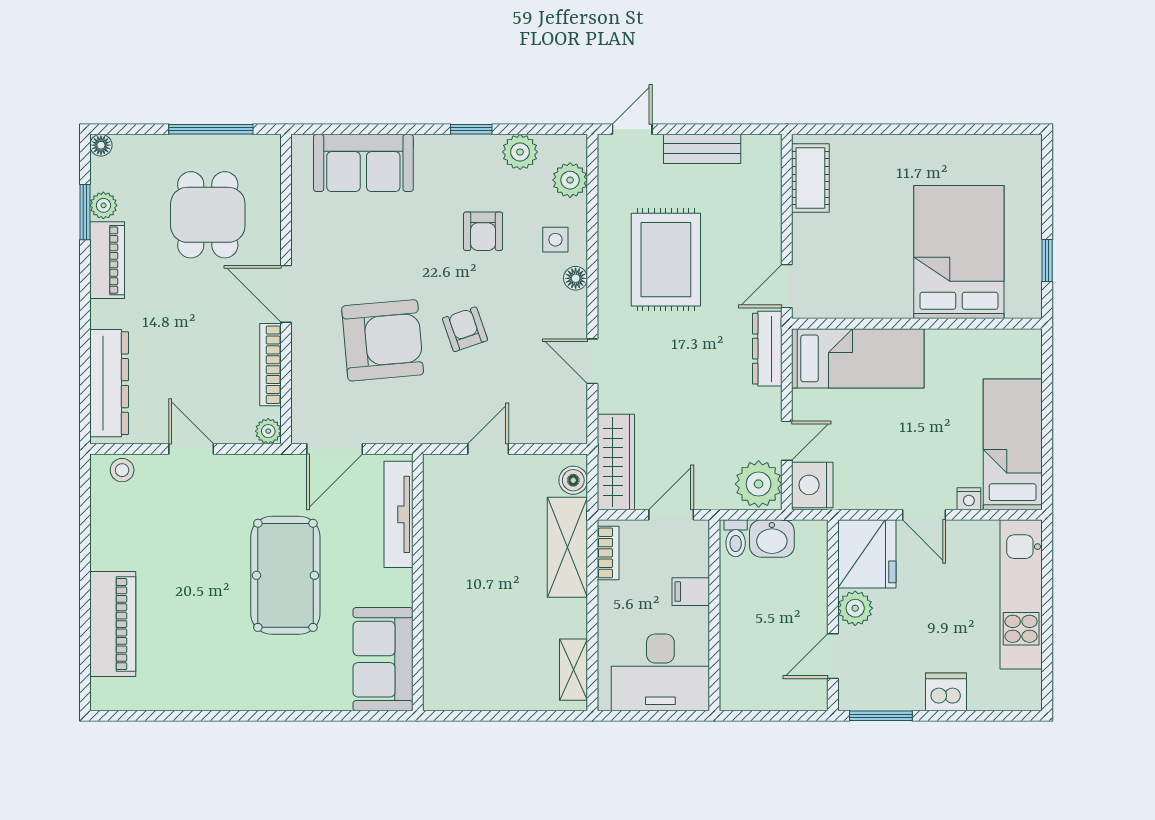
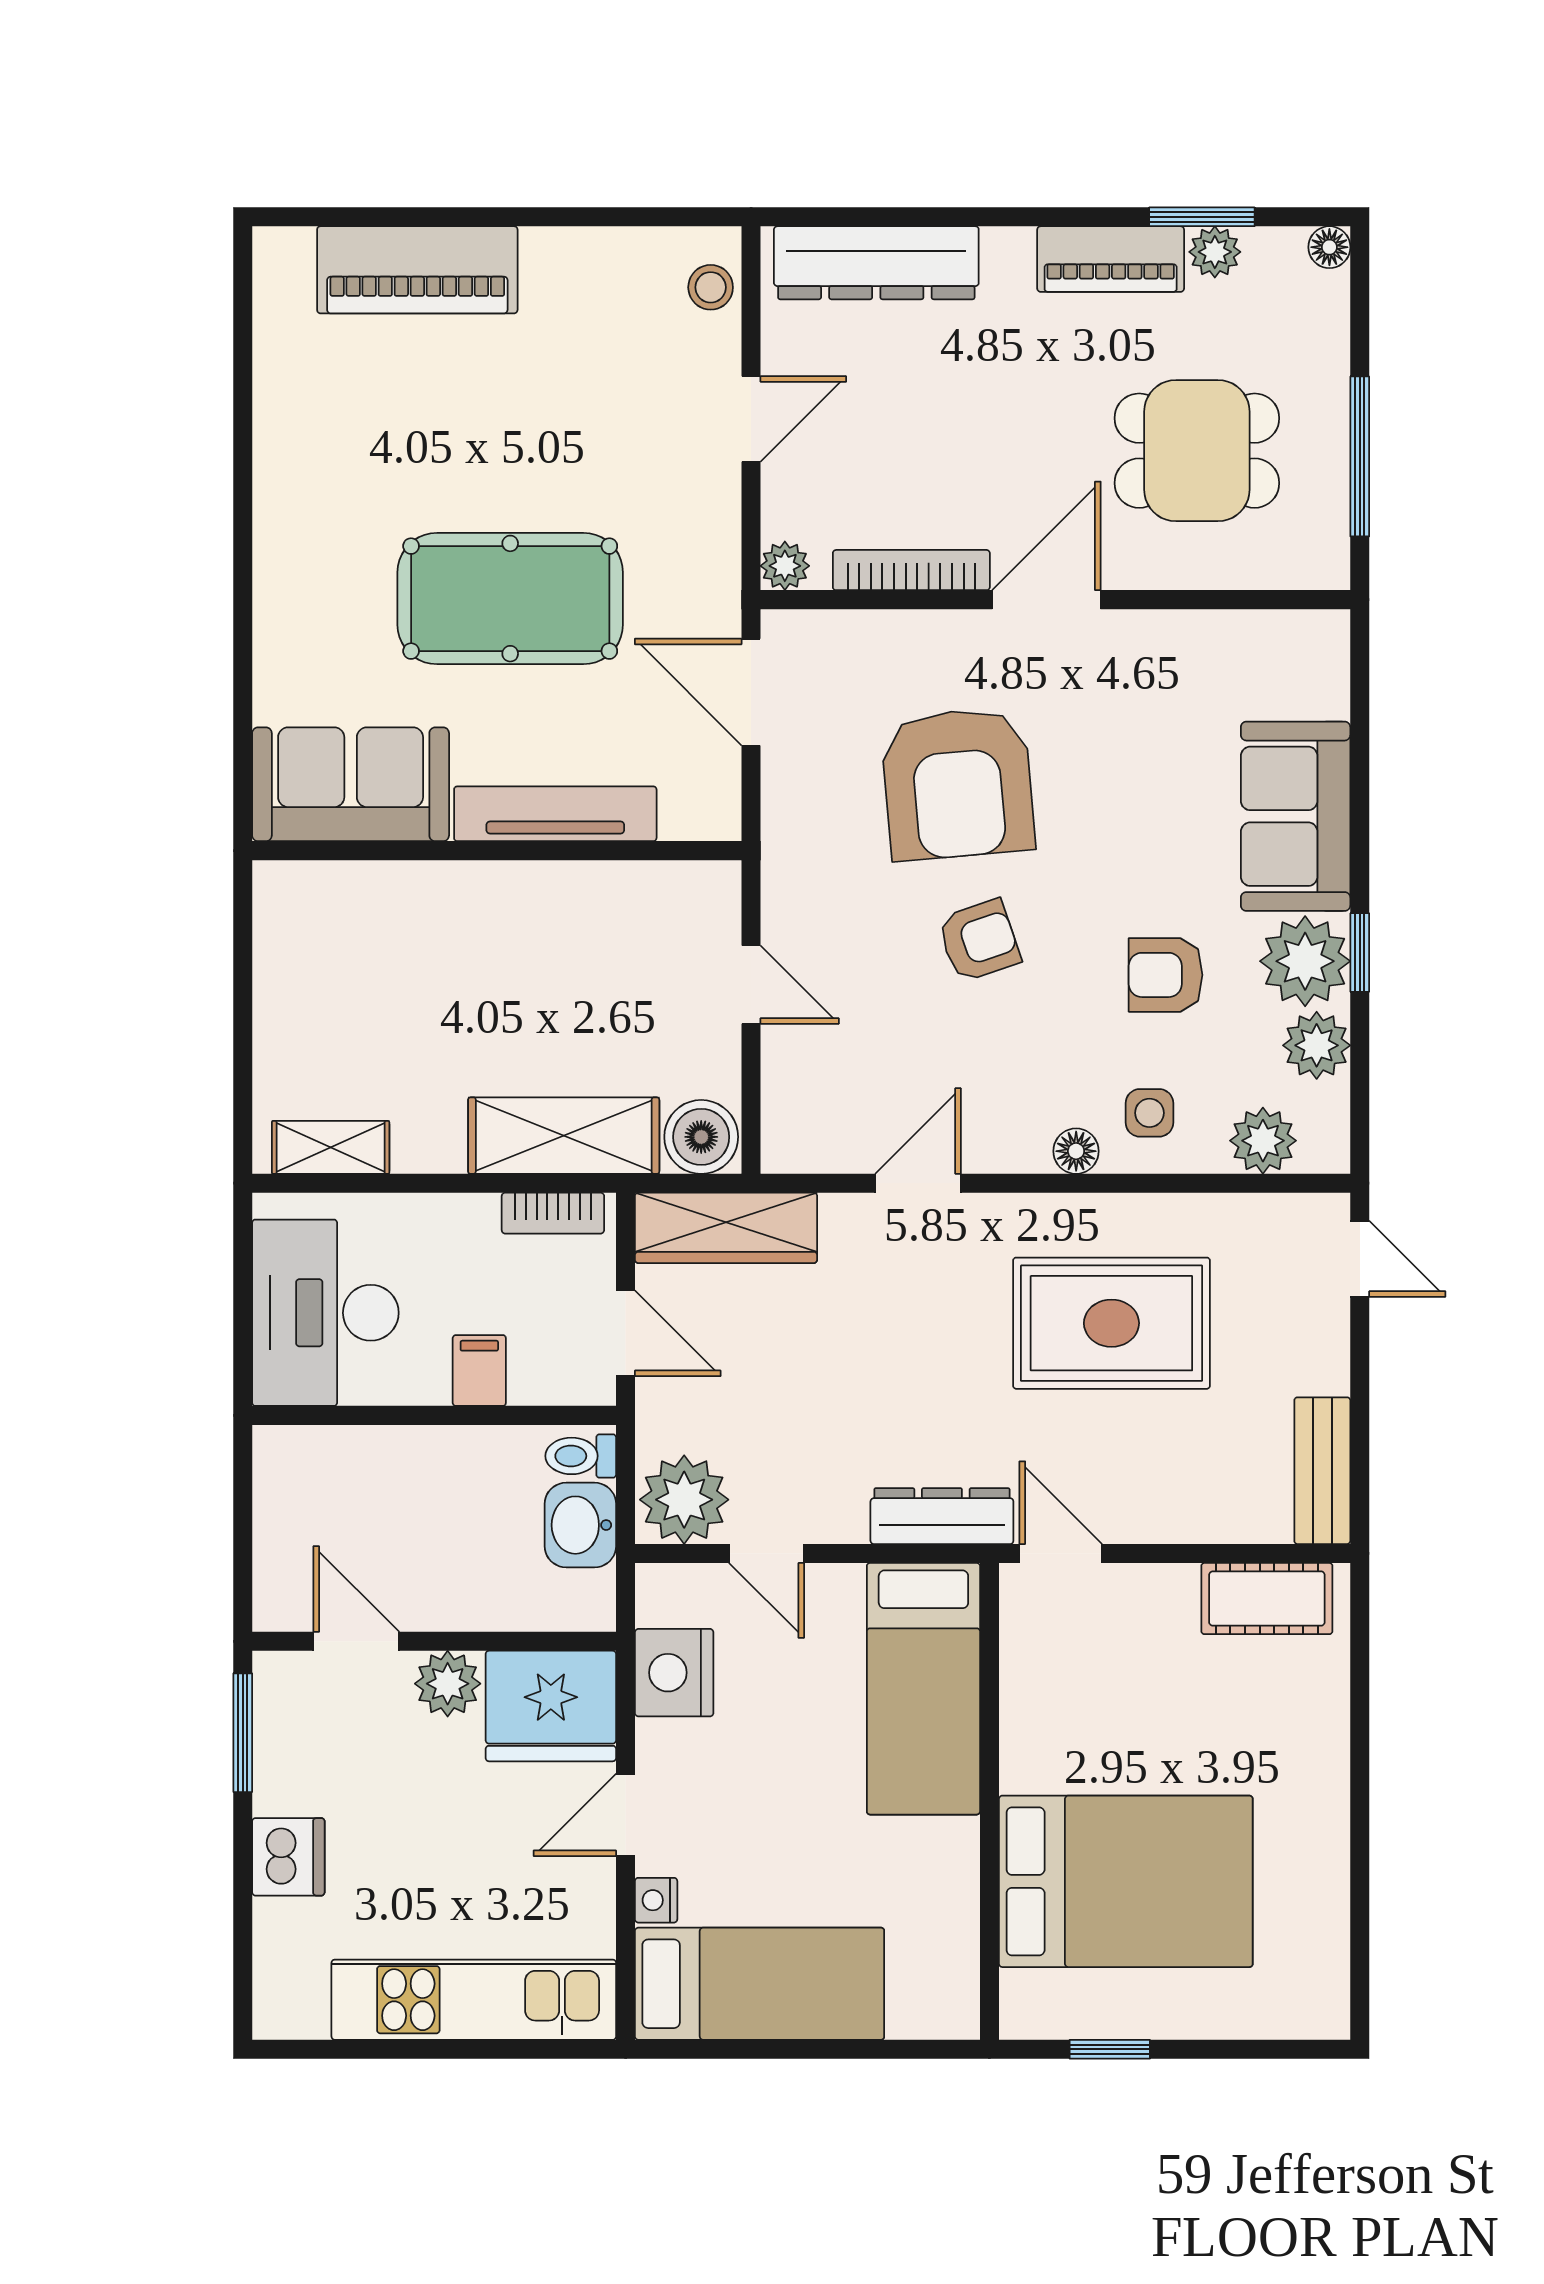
bench: (702, 149) -> (1322, 1471), moved
plant: (476, 158) -> (1305, 961), added
sofa: (363, 163) -> (1296, 816), moved
boiler: (573, 480) -> (701, 1137), width x1.36, depth x1.36
nightstand: (812, 485) -> (674, 1673), moved, turned -90
tv unit: (398, 514) -> (555, 814), moved

